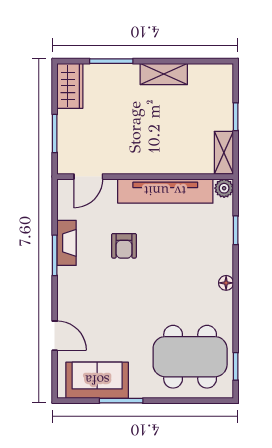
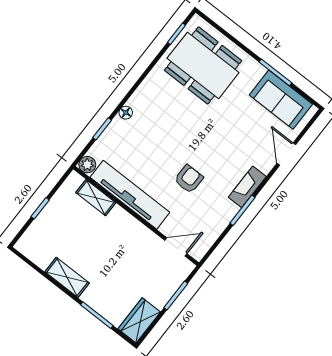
shelving: (224, 153) -> (96, 198), moved, turned 90
fireplace: (67, 243) -> (247, 187), moved
floor lamp: (226, 283) -> (126, 113), moved

